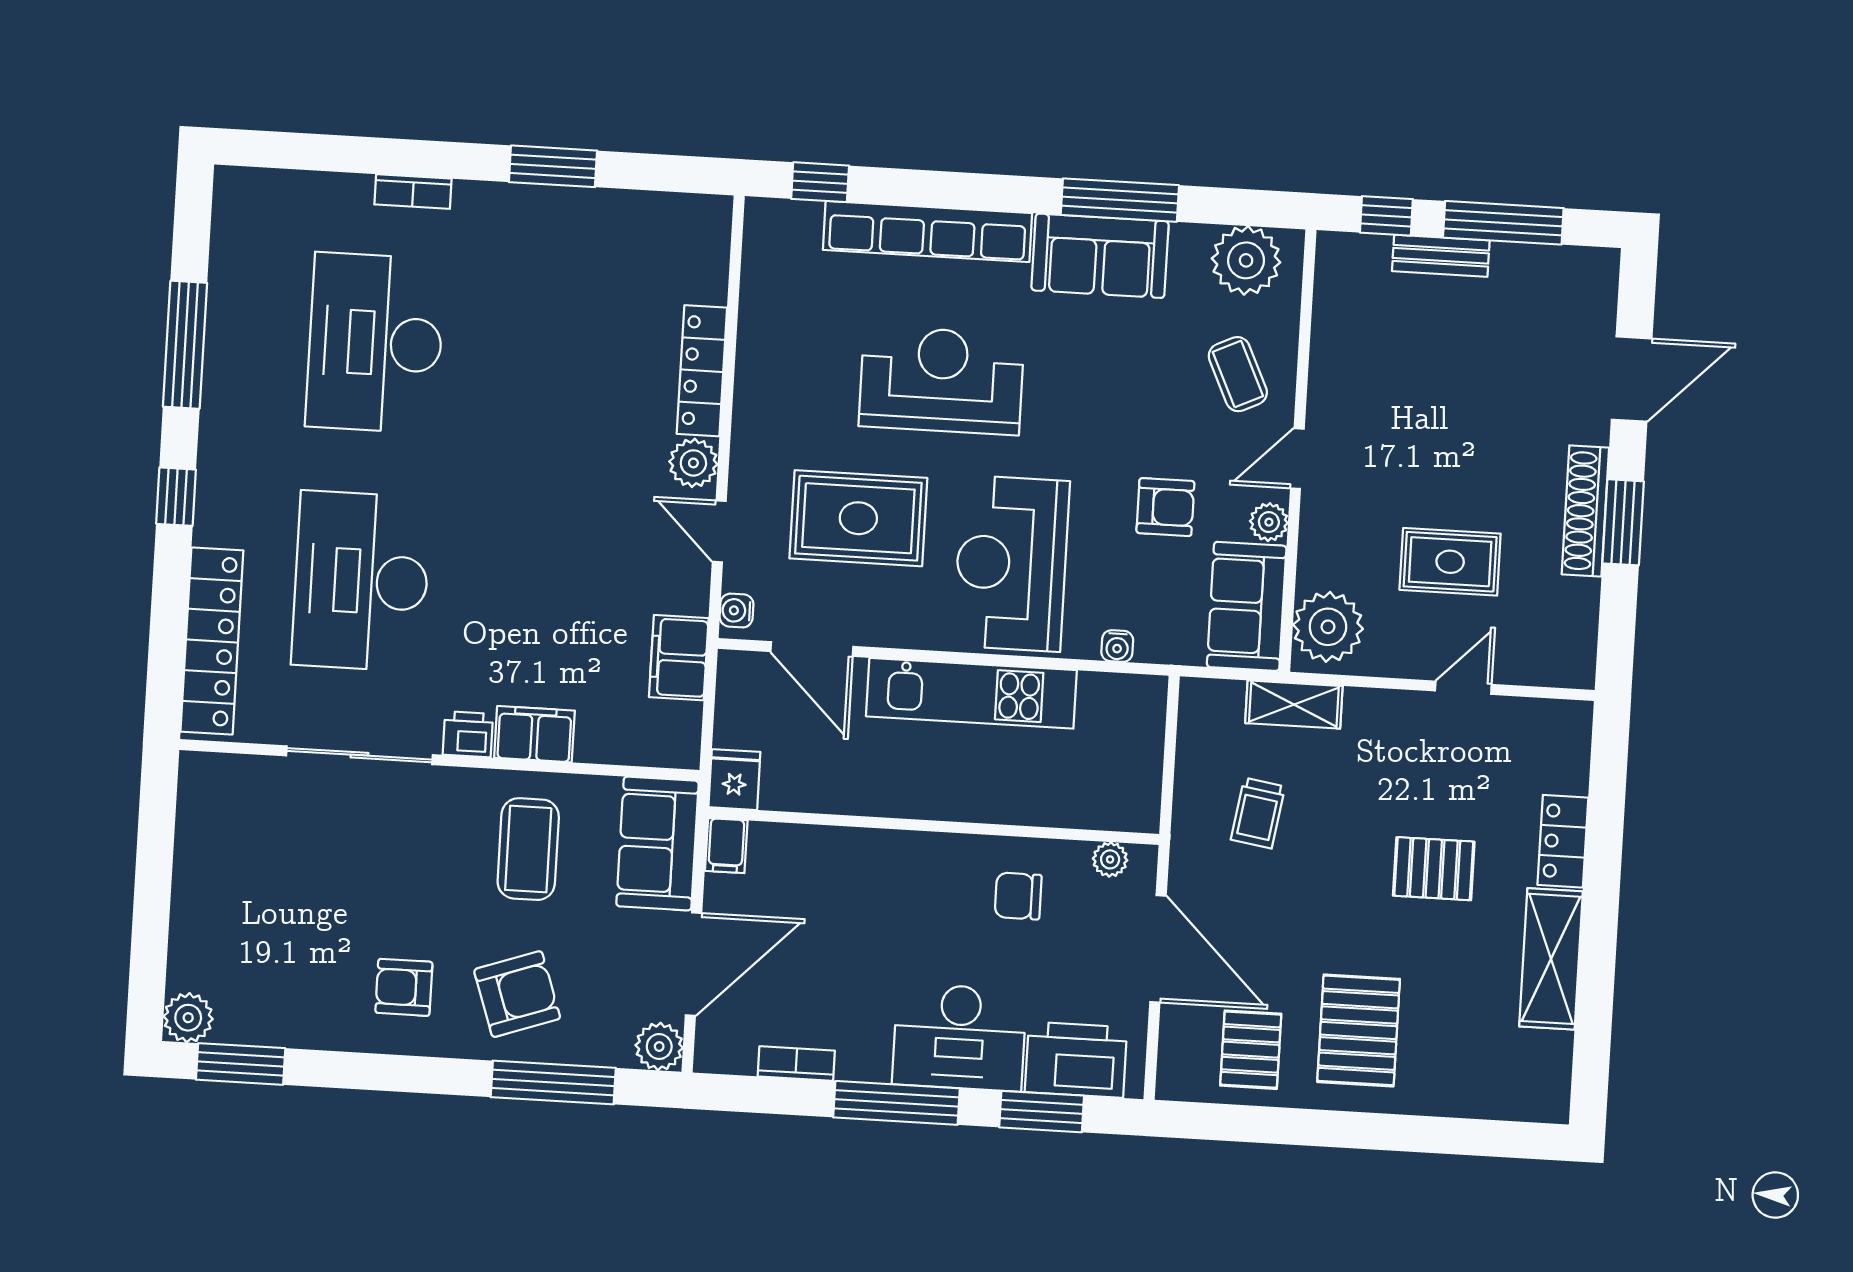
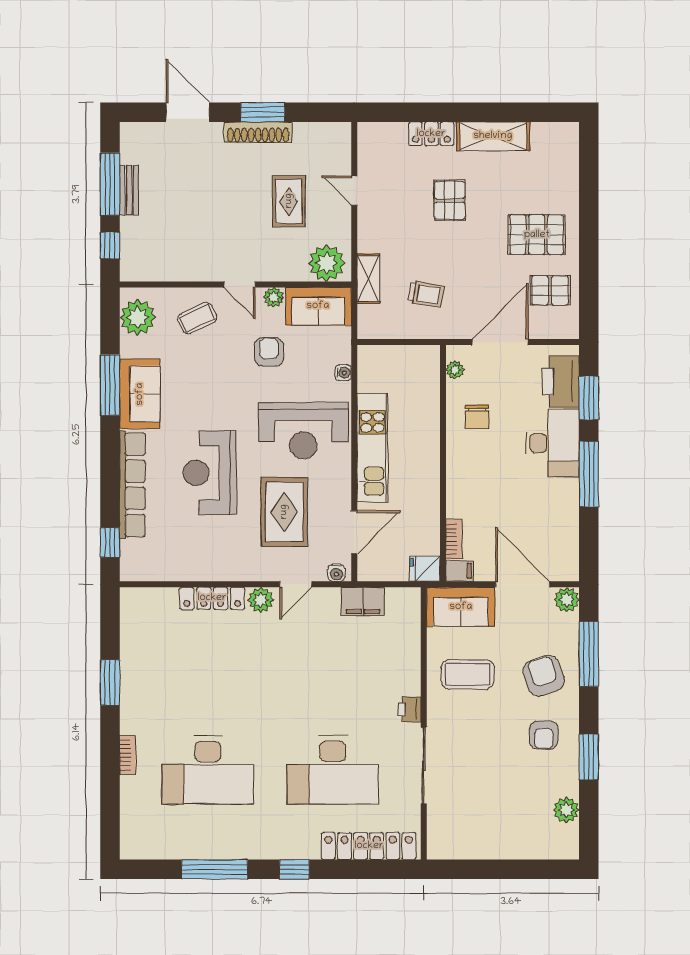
bench: (1441, 256) -> (129, 190), moved
filing cabinet: (534, 734) -> (407, 675), removed
plant: (188, 1018) -> (566, 810), moved
bookcase: (796, 1063) -> (454, 539), moved, turned 180
window: (241, 1064) -> (589, 757), moved

